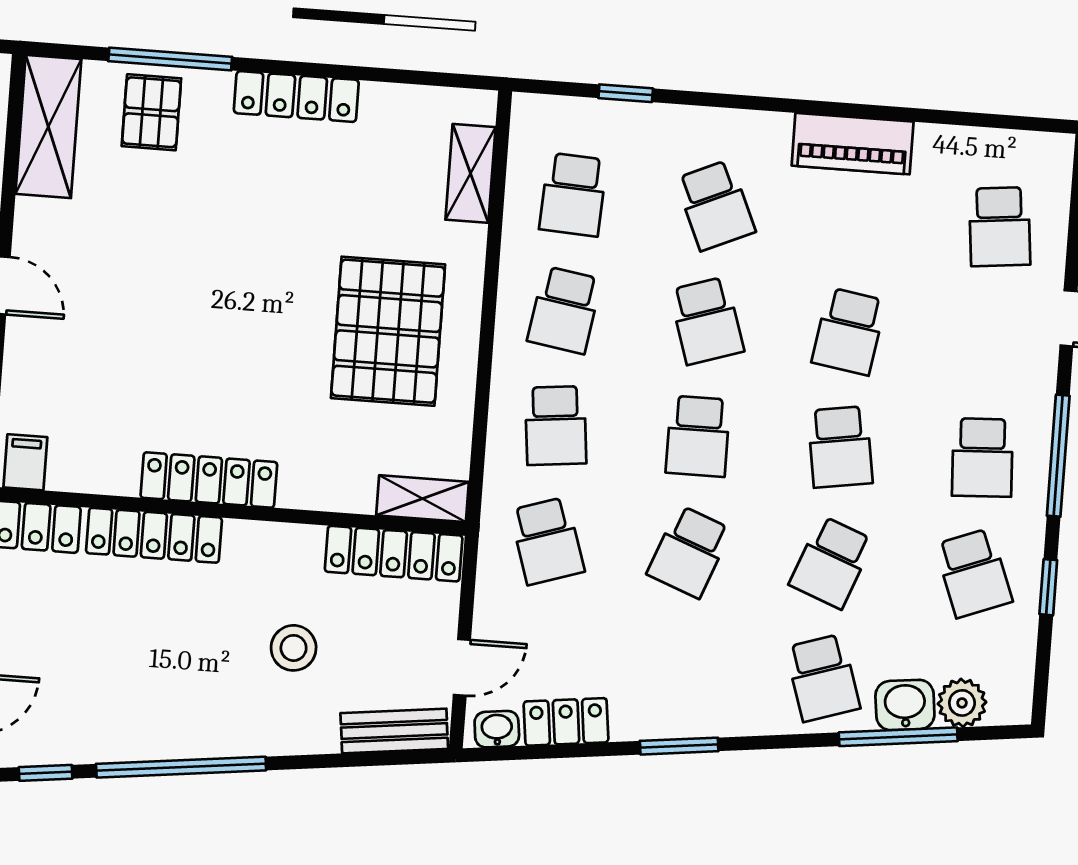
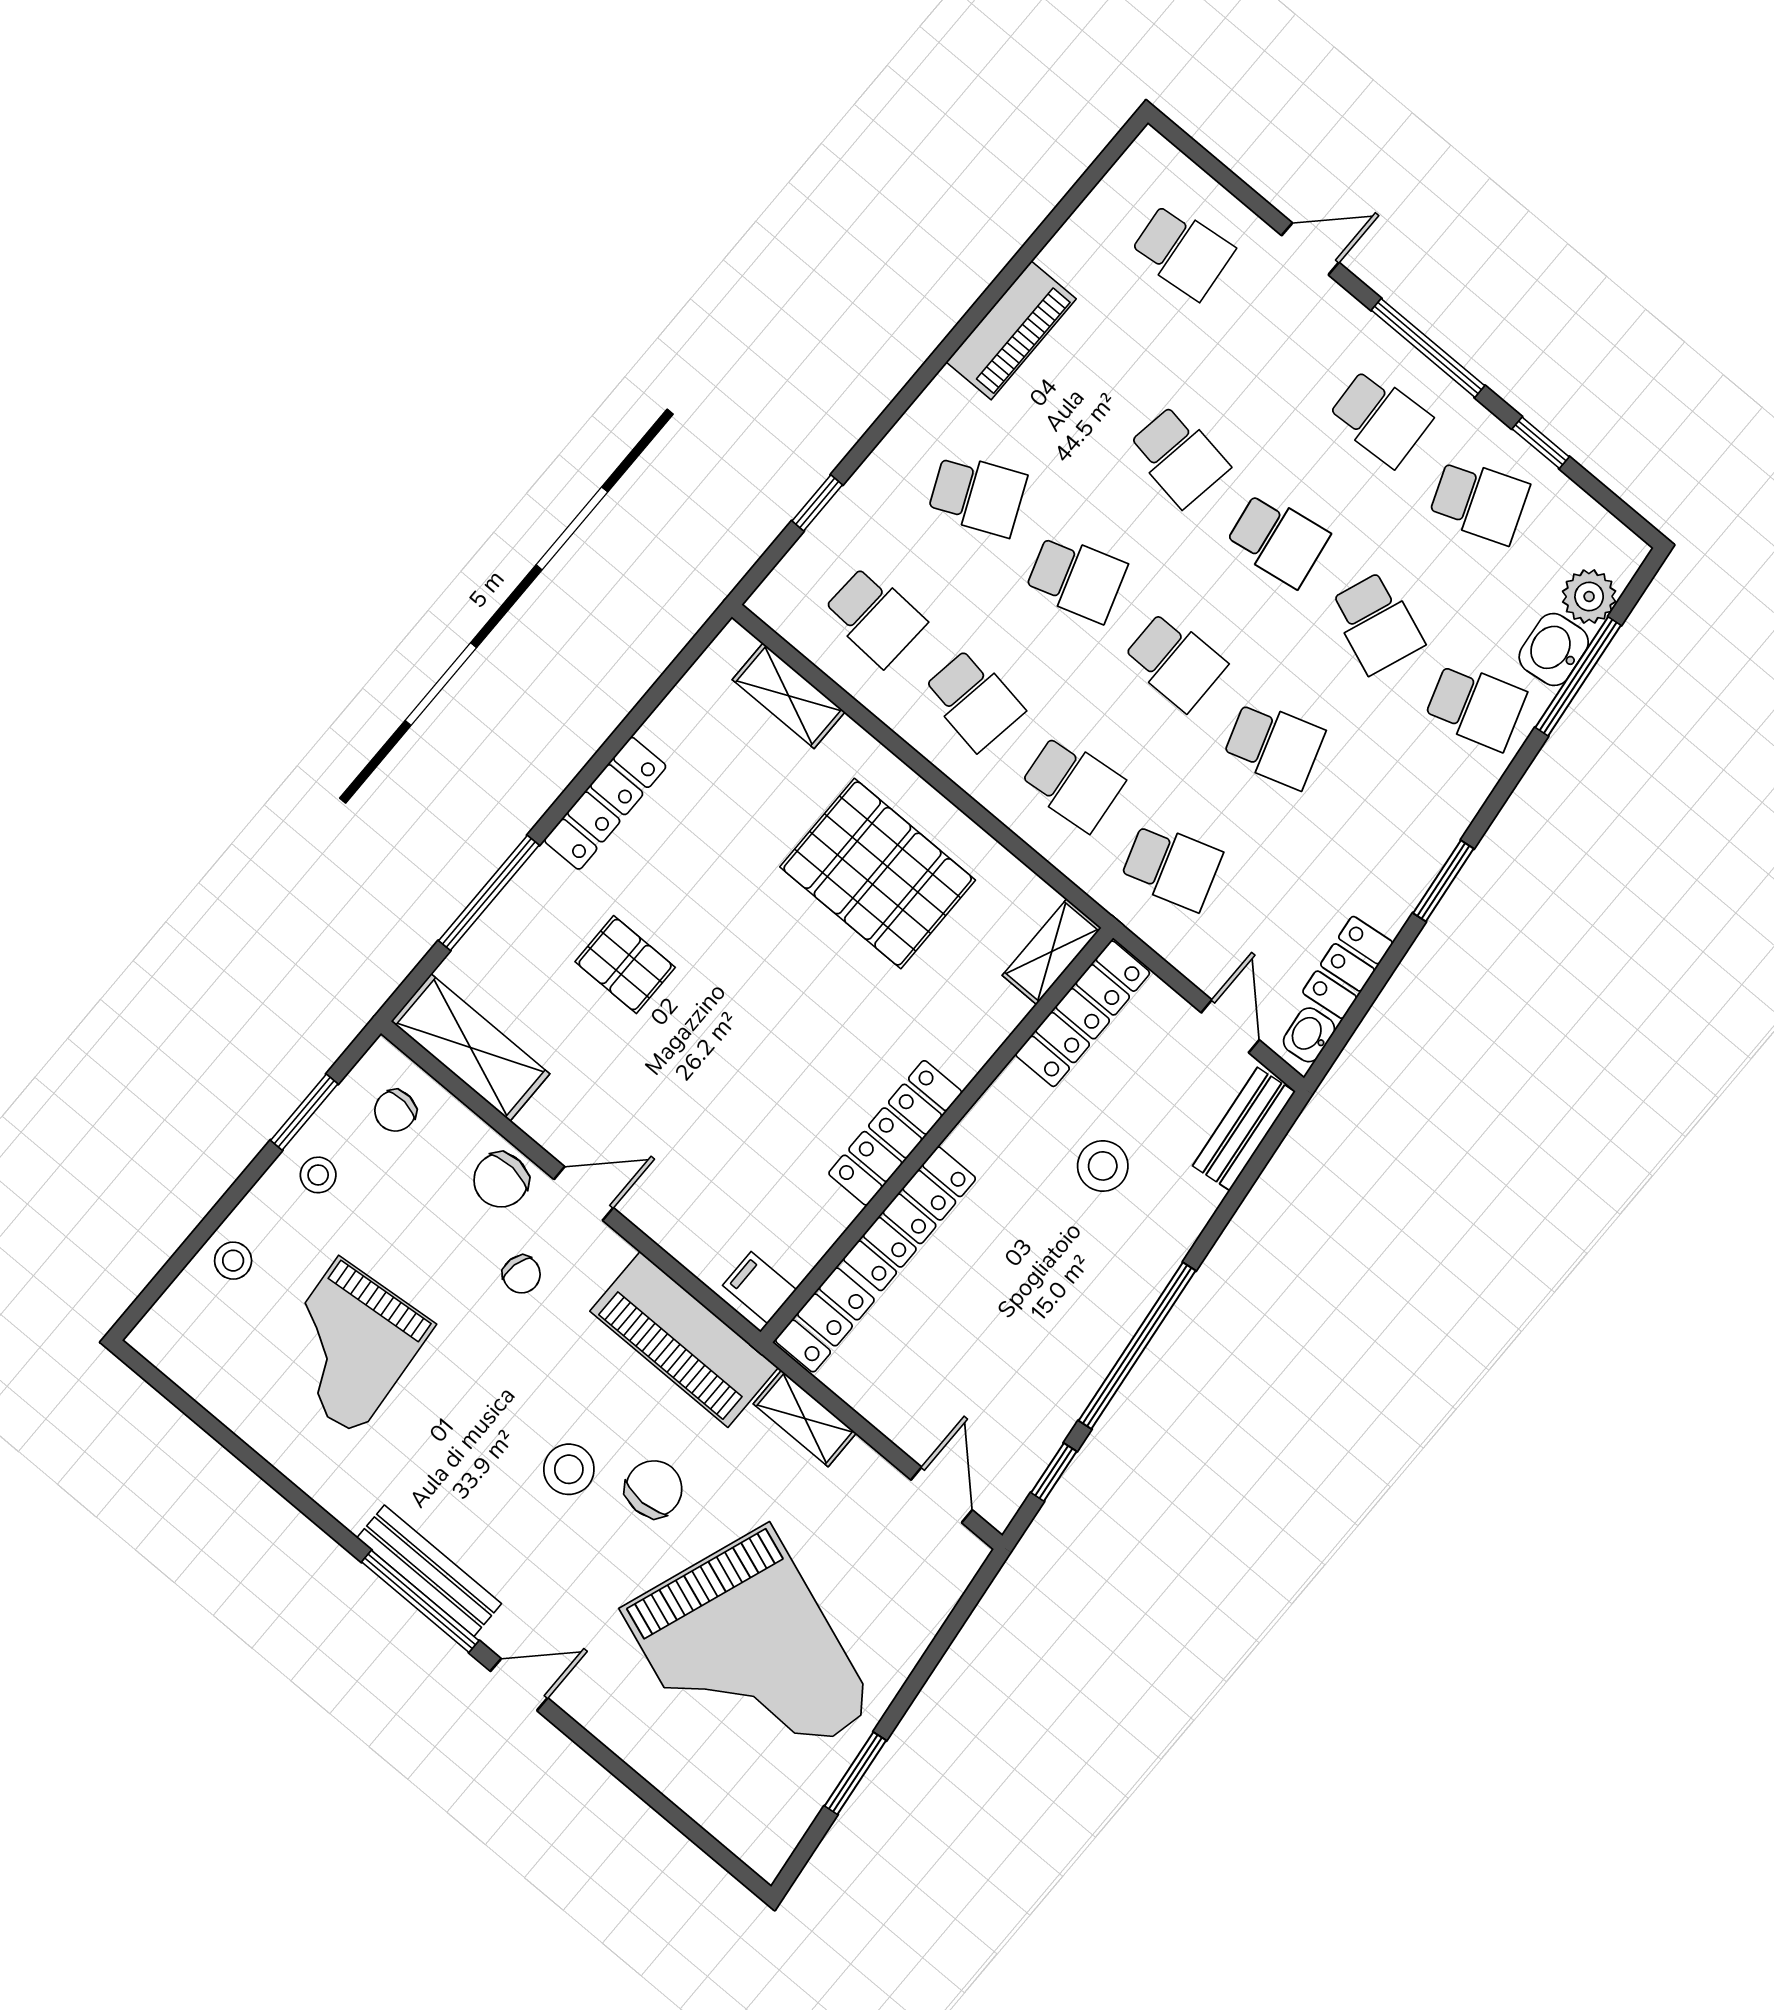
pallet: (151, 112) -> (625, 965), moved
school desk: (689, 552) -> (1274, 745), turned -39

